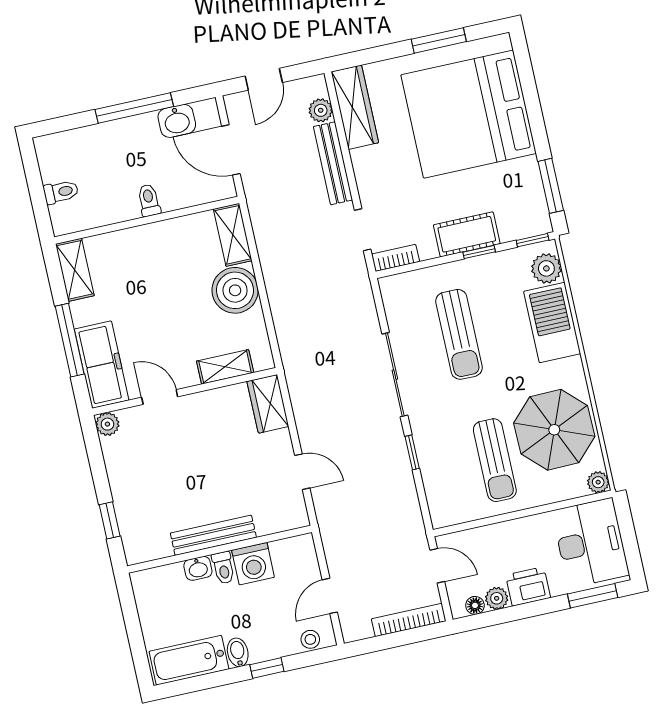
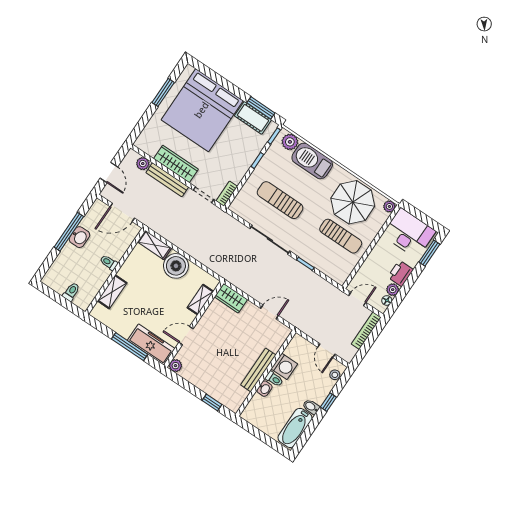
wardrobe: (355, 107) -> (176, 164), moved
washbasin: (177, 121) -> (79, 237), moved
cot: (467, 234) -> (253, 118), moved, turned 90
shelving: (75, 270) -> (112, 292), moved, turned 90
sun lounger: (459, 334) -> (280, 200), turned 180

